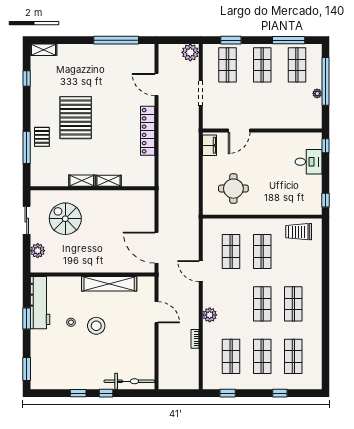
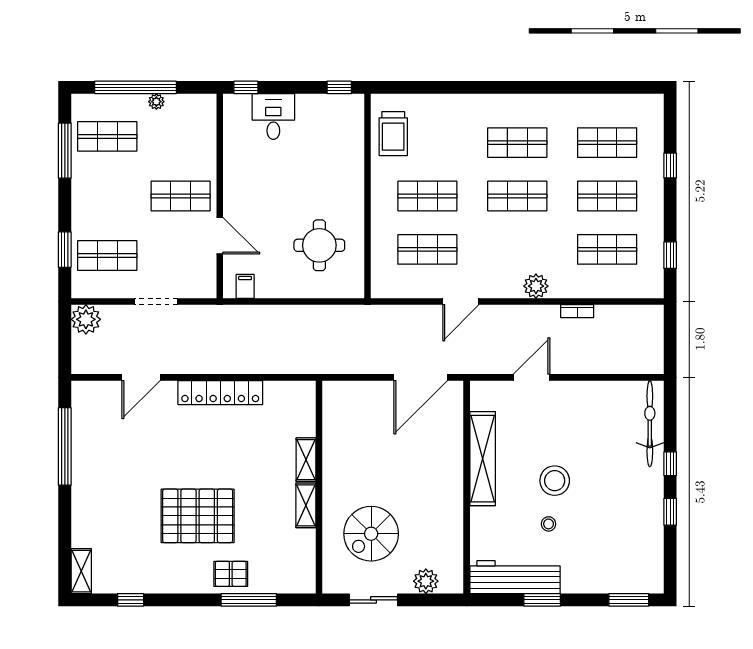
shop shelf: (262, 65) -> (181, 196), moved
filing cabinet: (210, 145) -> (245, 286), width x0.50

